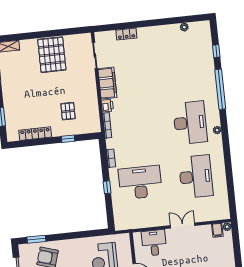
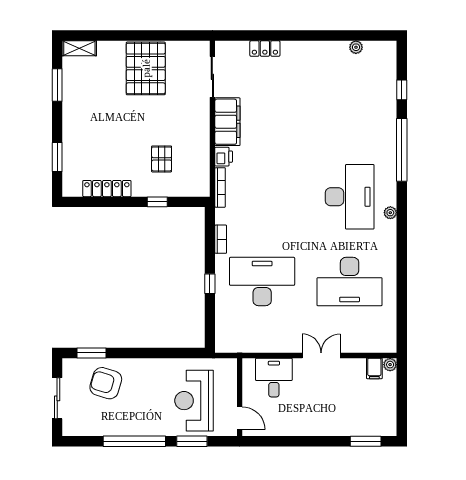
desk: (196, 177) -> (350, 282), turned 90

